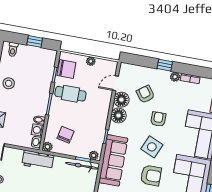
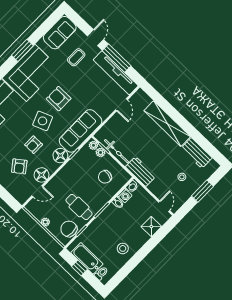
bathtub: (34, 54) -> (87, 258), added
floor lamp: (118, 115) -> (60, 156), moved
armchair: (158, 119) -> (34, 145), moved
plant: (48, 147) -> (100, 152), moved
side table: (152, 147) -> (43, 121), turned 45
bicycle: (82, 166) -> (117, 151), moved

